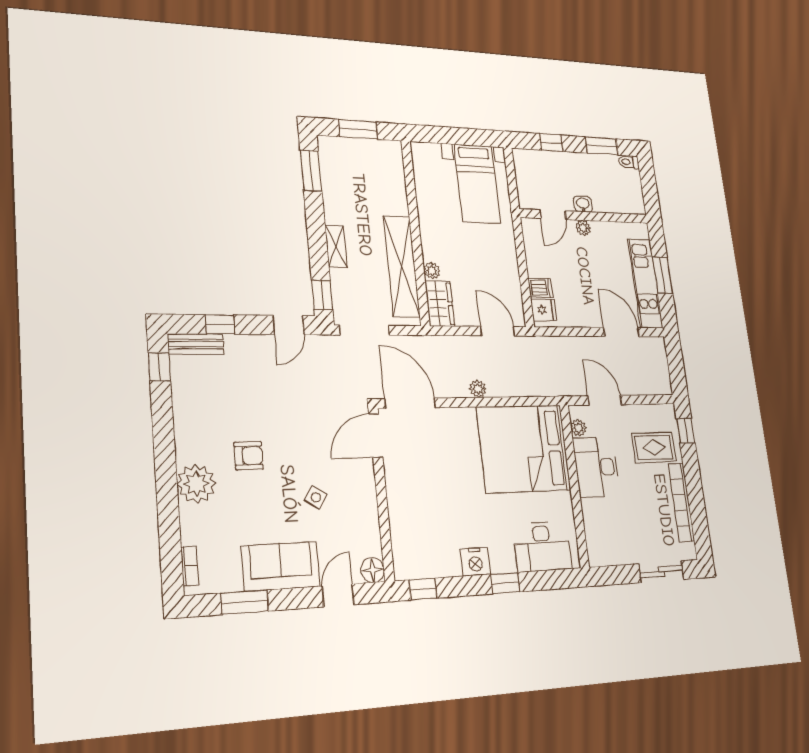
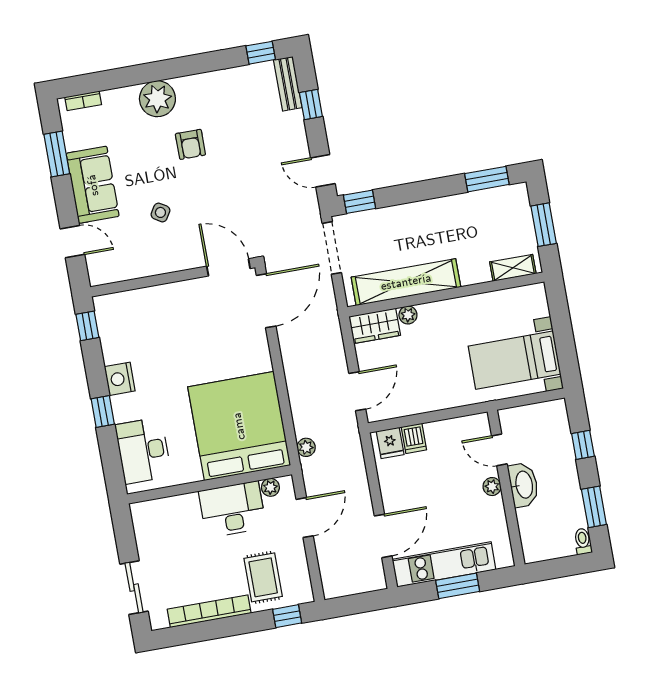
washbasin: (583, 204) -> (523, 485), width x1.91, depth x1.45
shelving: (336, 246) -> (513, 268), moved
plant: (478, 389) -> (306, 447), moved
floor lamp: (373, 570) -> (99, 274), removed

